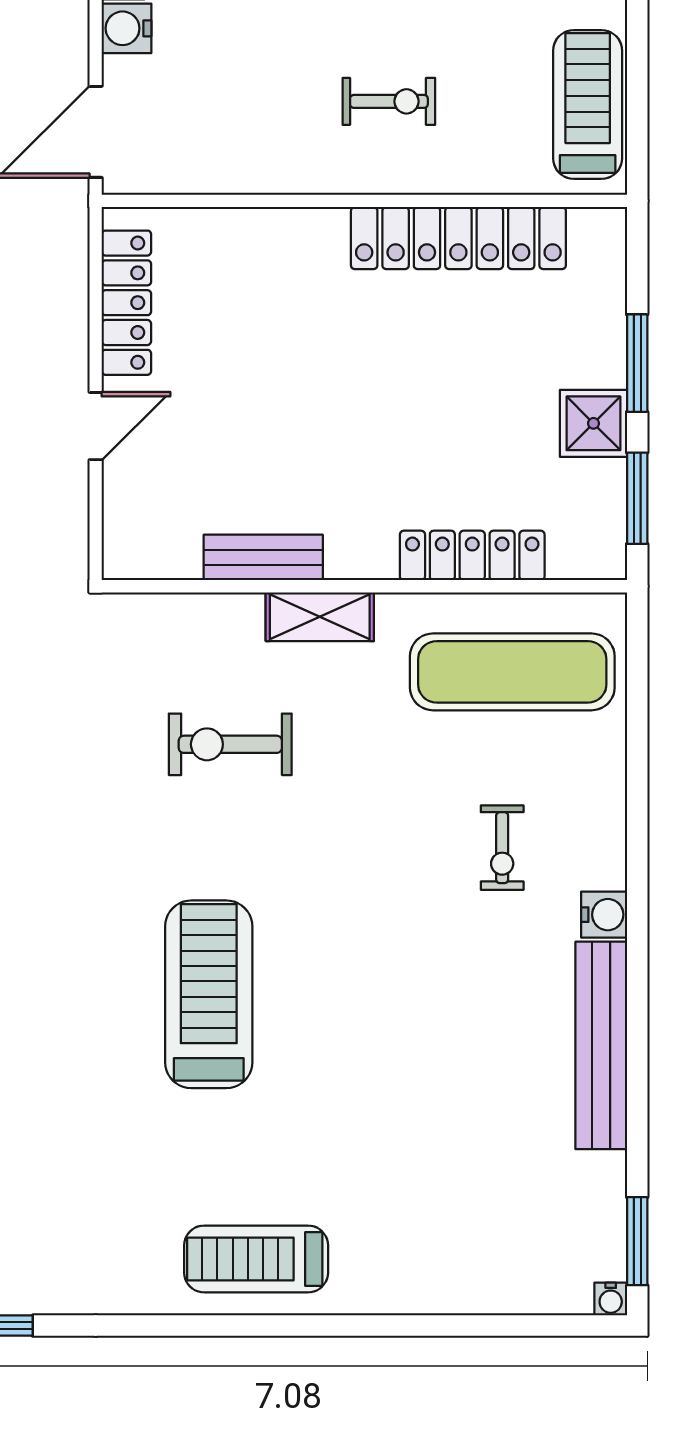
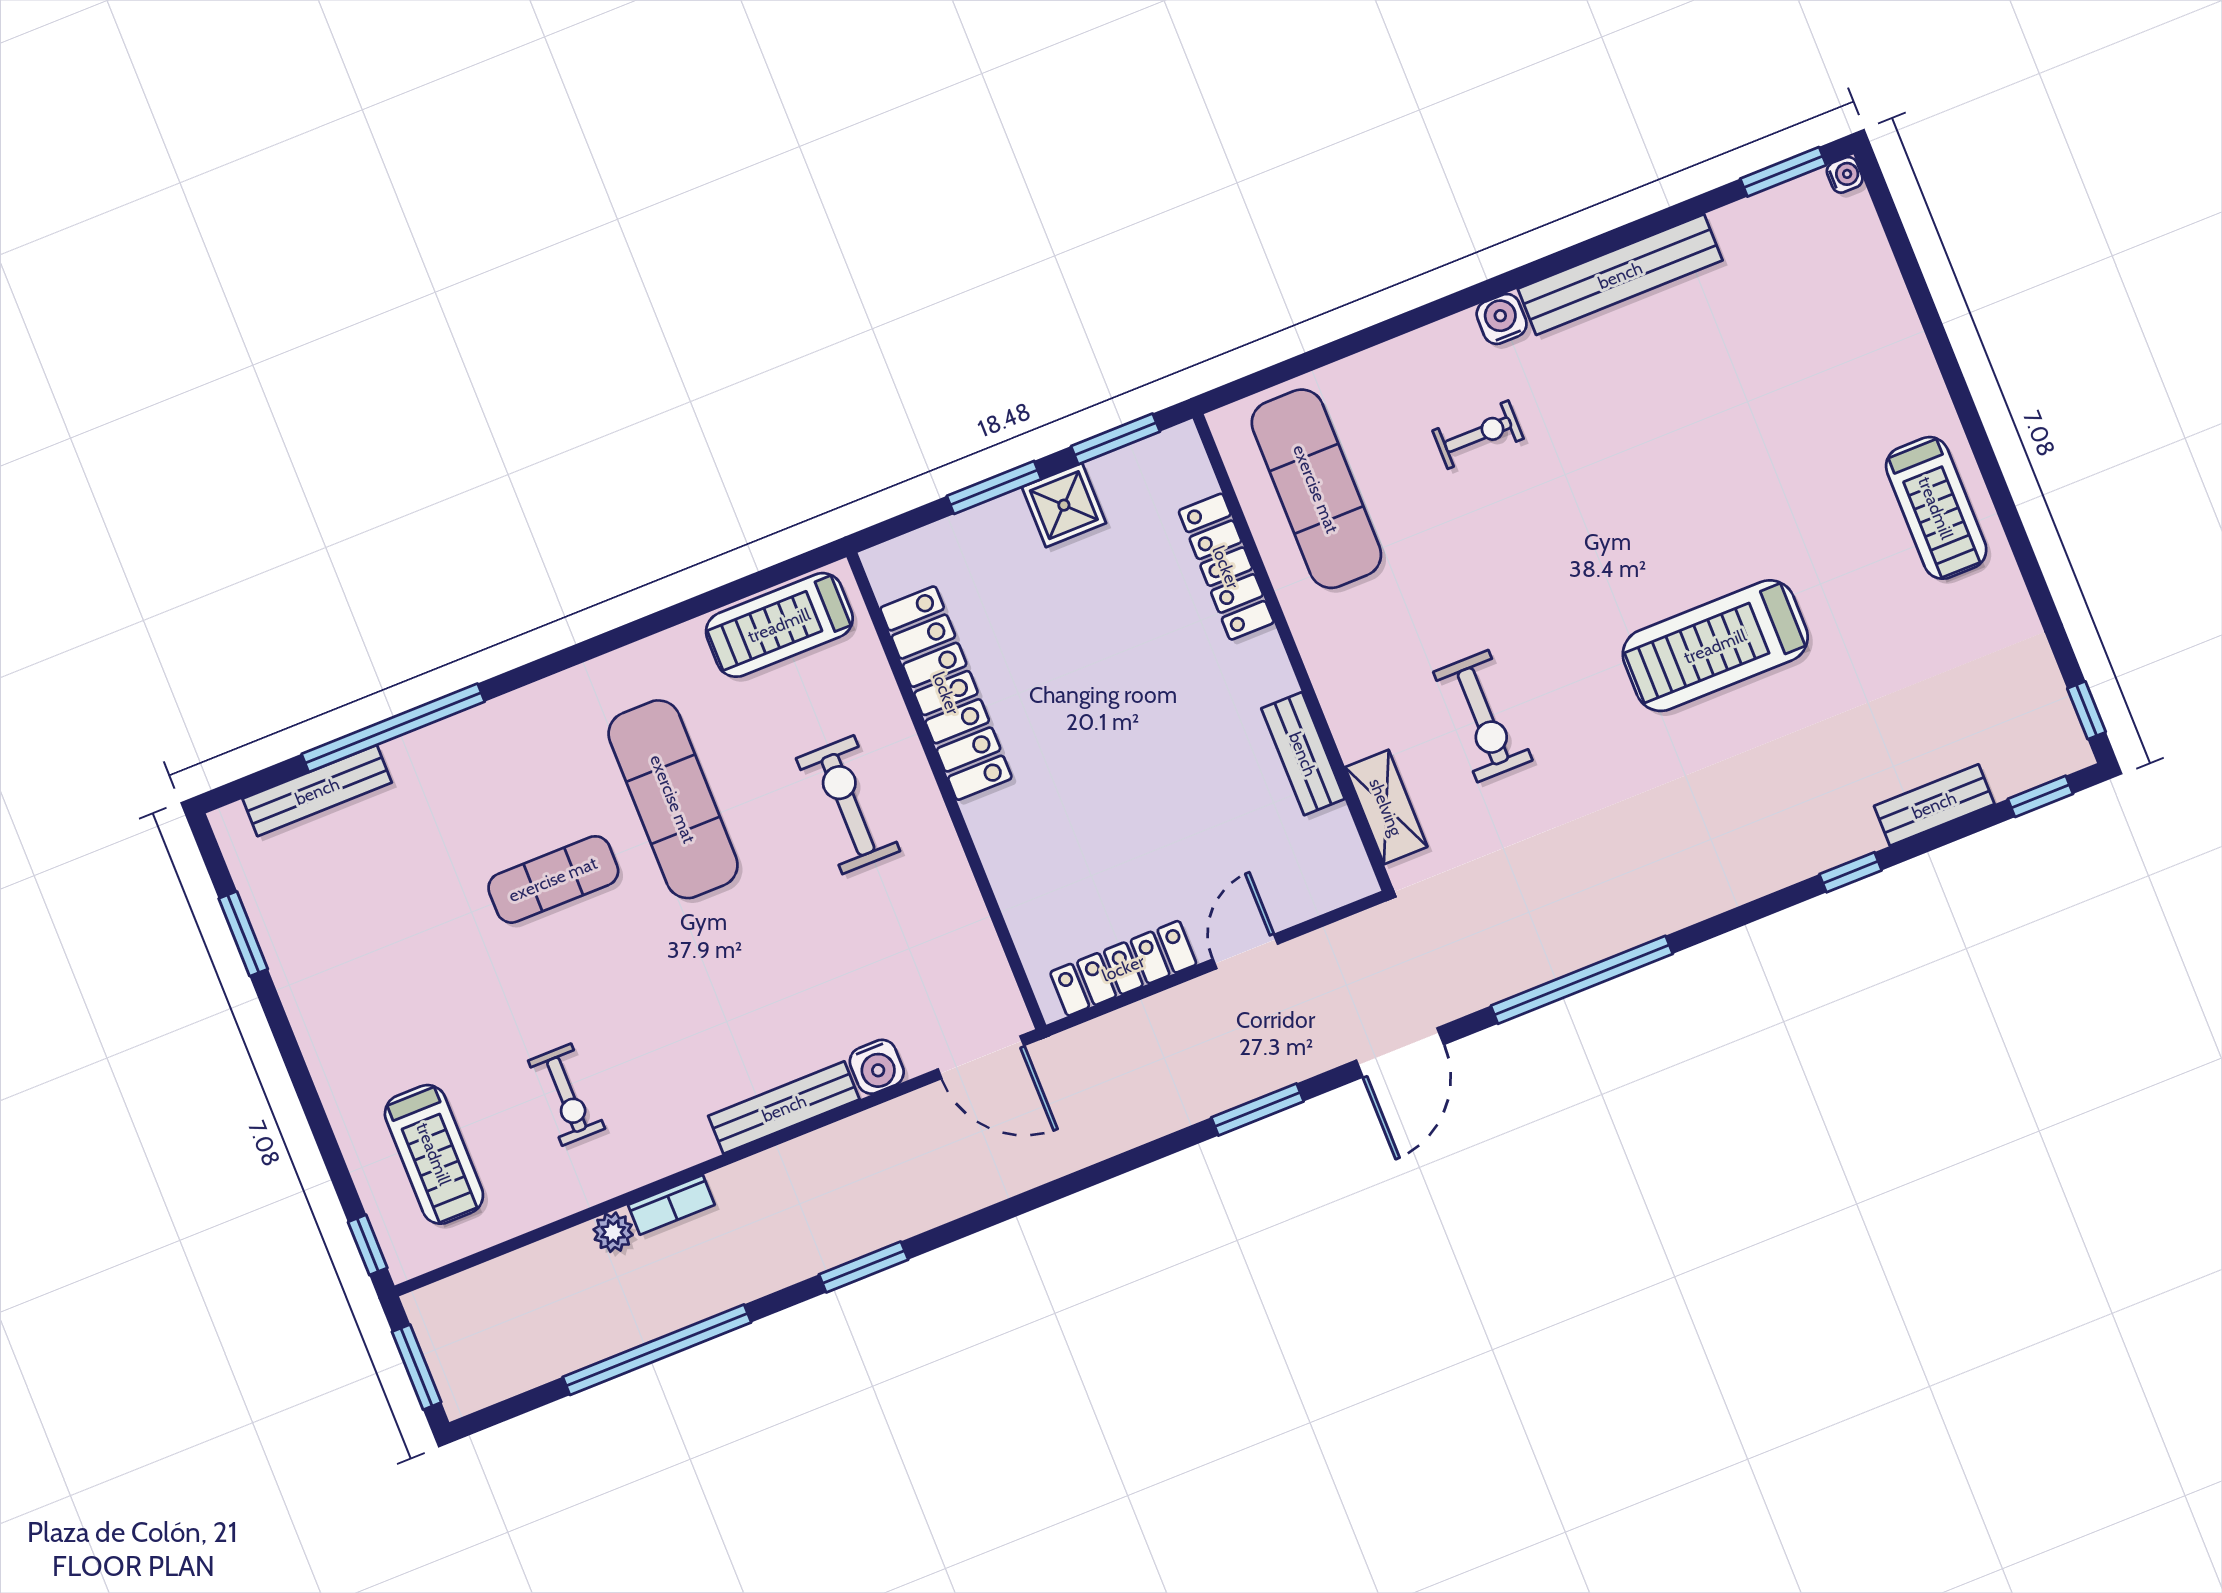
exercise bike: (389, 101) -> (848, 805), width x1.38, depth x1.39
door: (96, 426) -> (1245, 952), hinge flipped
shelving: (320, 617) -> (1386, 807), moved

